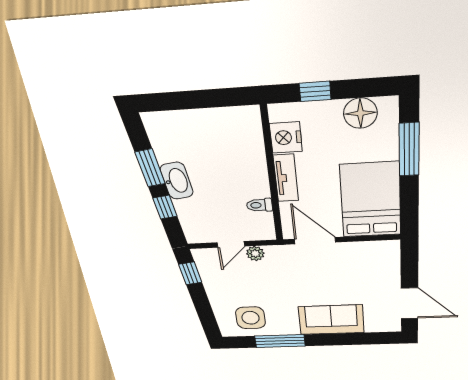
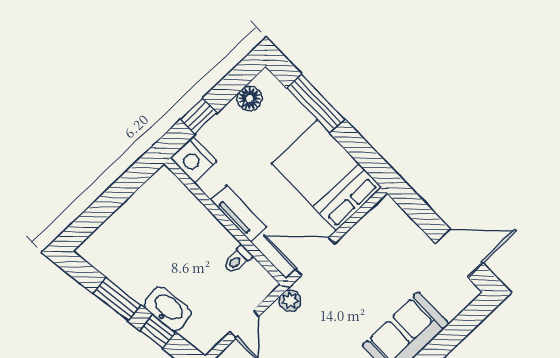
floor lamp: (360, 113) -> (250, 99), width x0.73, depth x0.73
nightstand: (286, 138) -> (193, 160), moved
washbasin: (177, 181) -> (168, 309), moved
plant: (255, 253) -> (290, 300), moved

